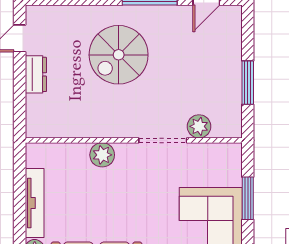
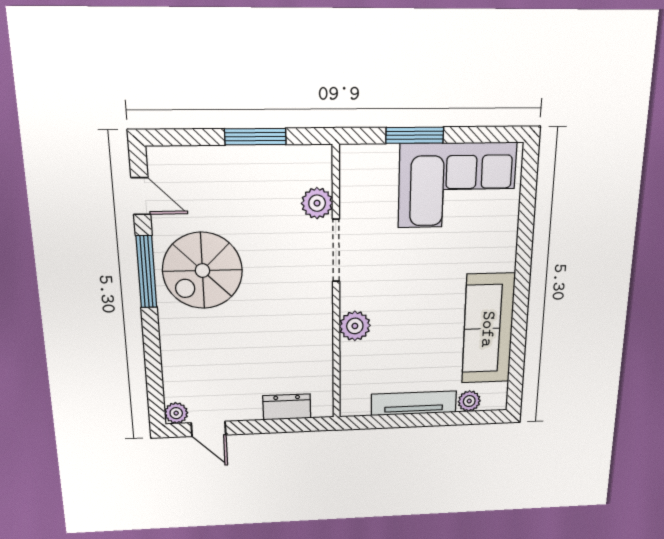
plant: (34, 14) -> (176, 413), added
spiral stairs: (119, 55) -> (202, 271), moved, turned 90
dresser: (36, 74) -> (287, 407), moved

